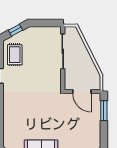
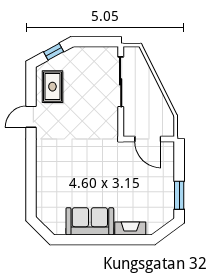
window: (104, 111) -> (179, 195), moved

